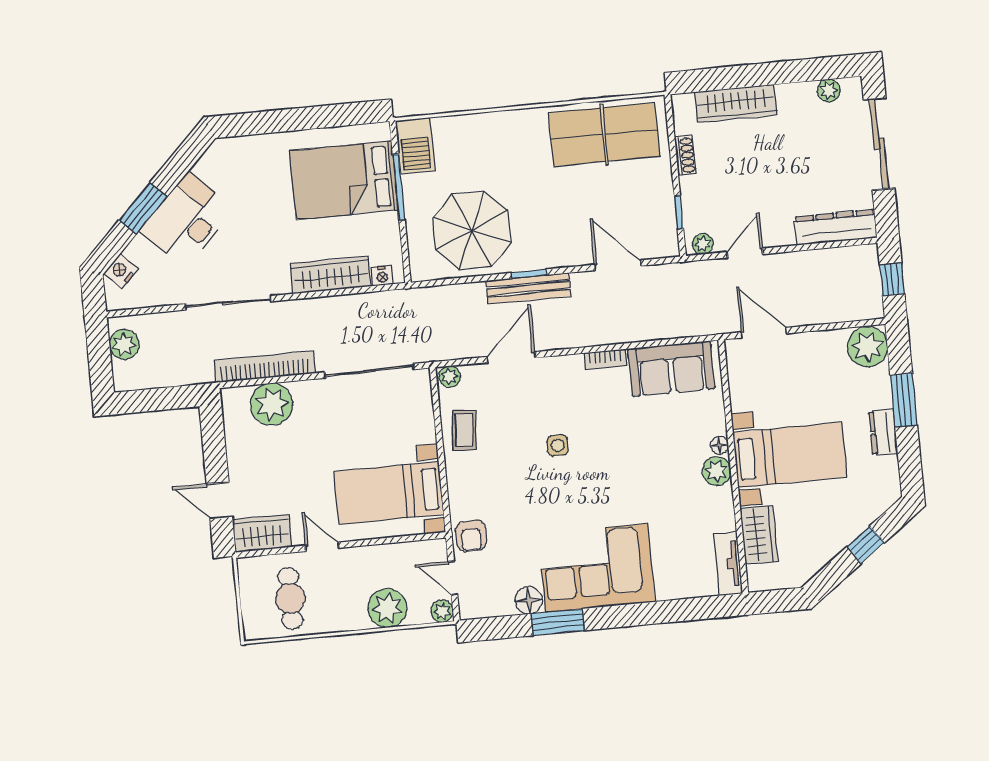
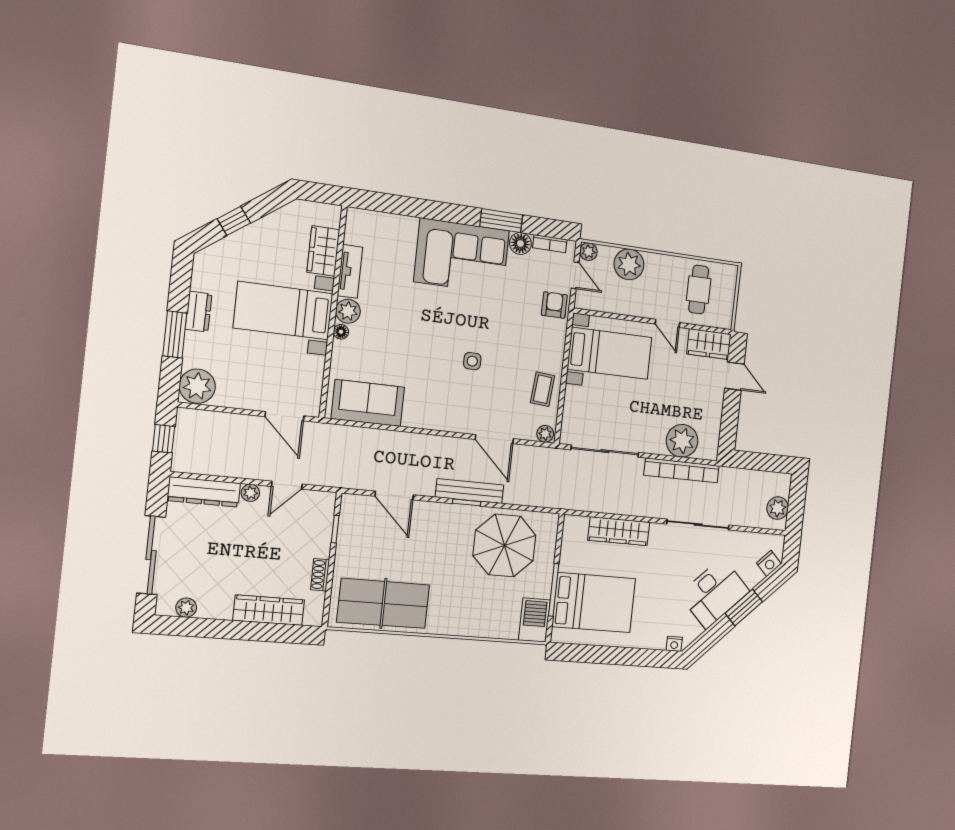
plant: (703, 244) -> (250, 493), moved
nightstand: (382, 276) -> (674, 644), moved, turned 180
door: (511, 357) -> (494, 439), hinge flipped
bookcase: (605, 359) -> (550, 244), moved, turned 180
tv unit: (728, 564) -> (350, 271), moved

